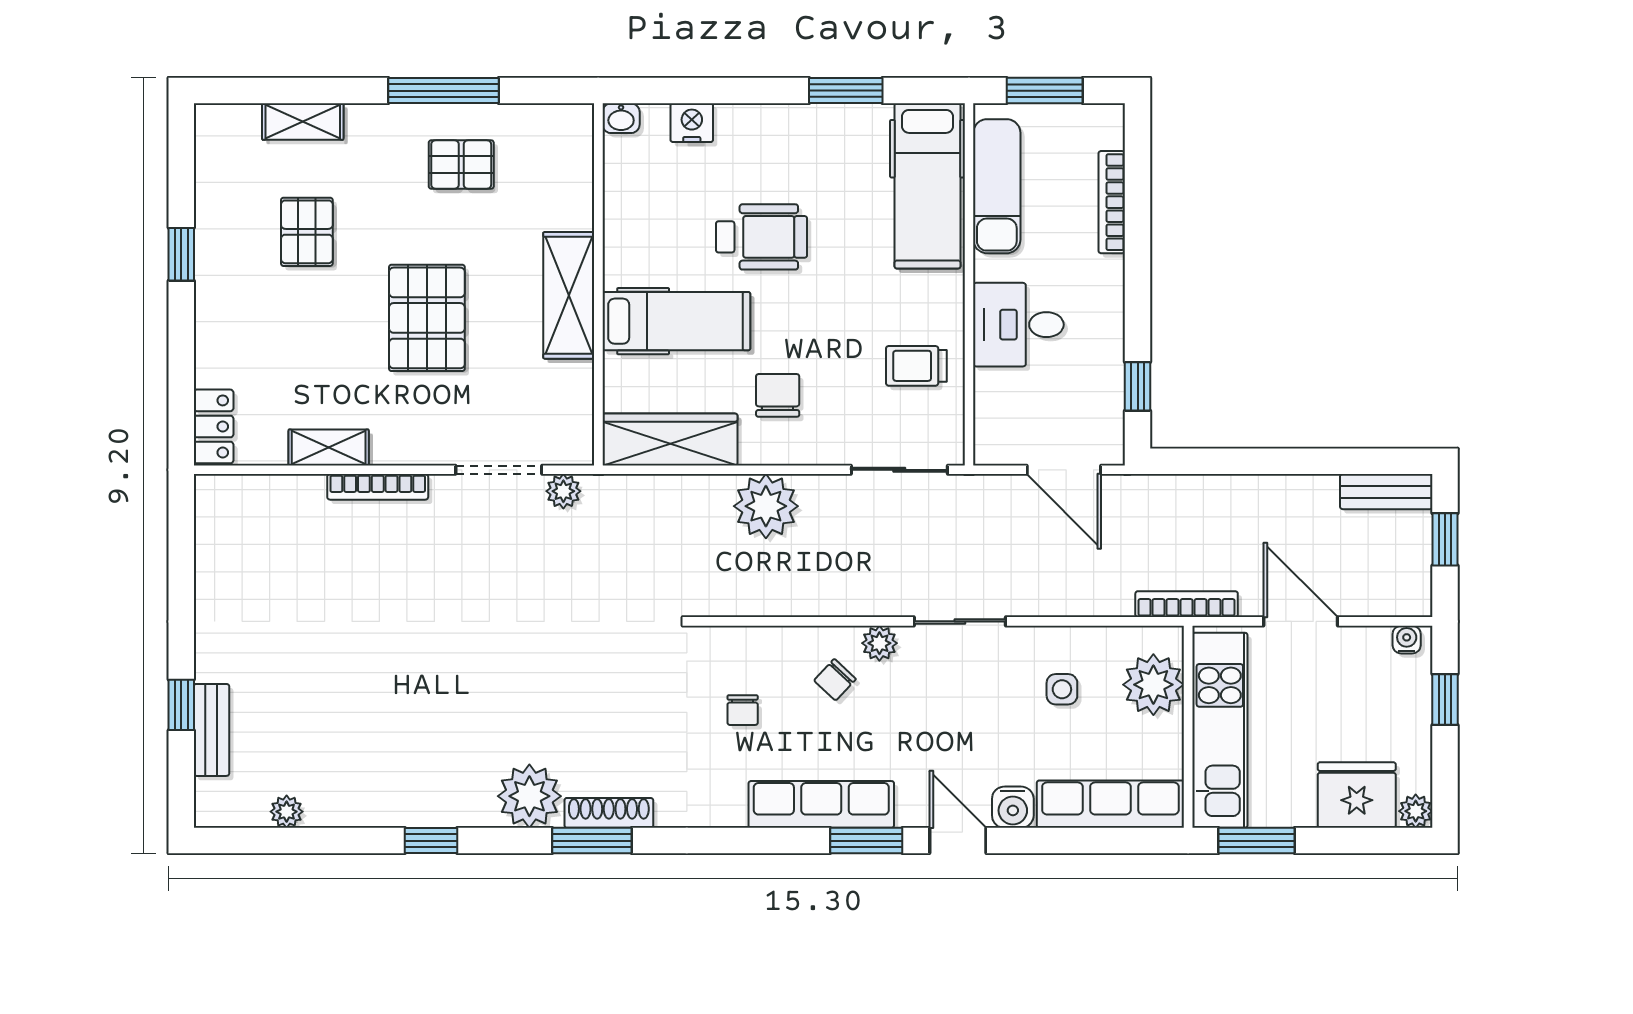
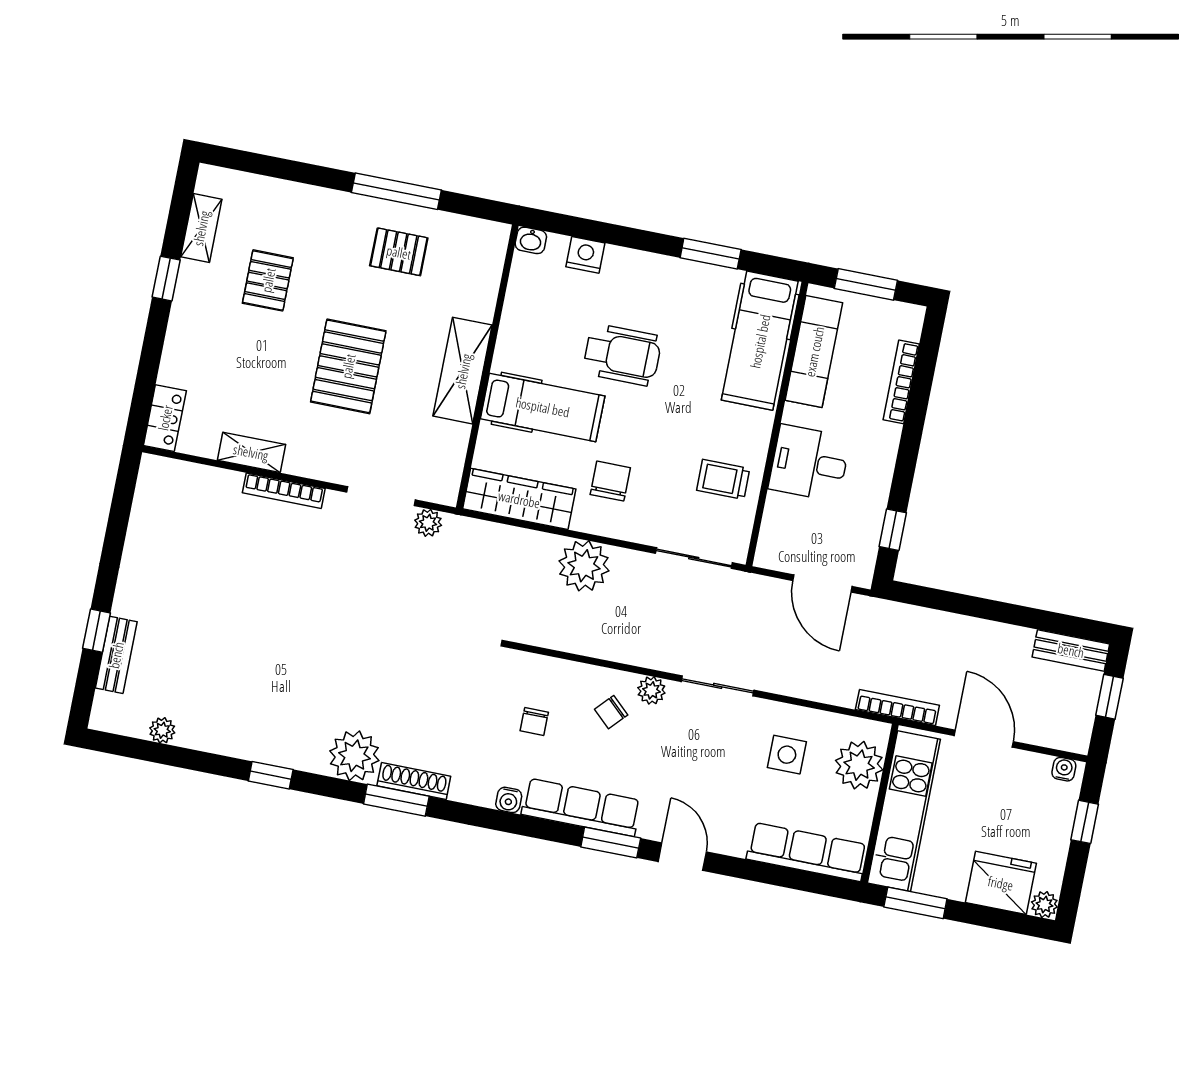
shelving: (303, 122) -> (201, 228), moved, turned 90
side table: (1062, 689) -> (787, 755), width x1.37, depth x1.37
water cooler: (1013, 807) -> (509, 800), moved, width x0.72, depth x0.72

